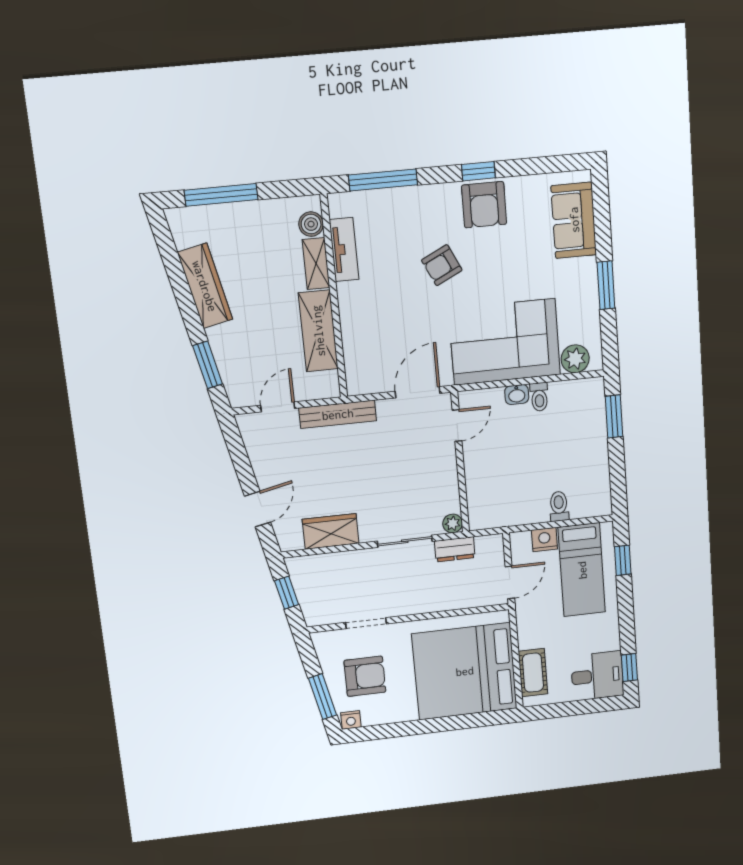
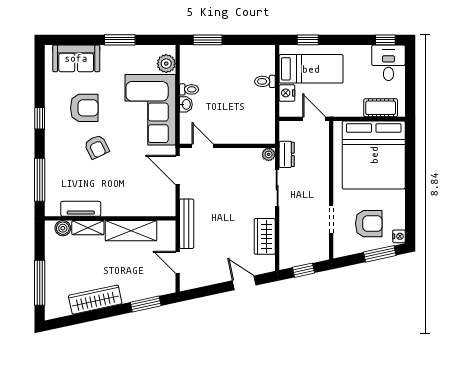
armchair: (484, 205) -> (84, 108), moved
armchair: (365, 676) -> (369, 224), turned 90

